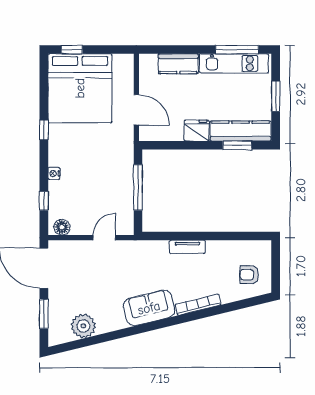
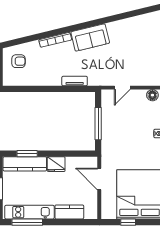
window: (72, 50) -> (128, 222), moved
tv unit: (187, 247) -> (75, 81), moved
plant: (83, 326) -> (137, 25), removed

